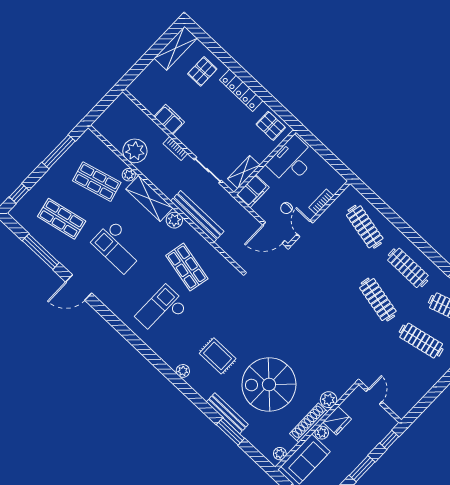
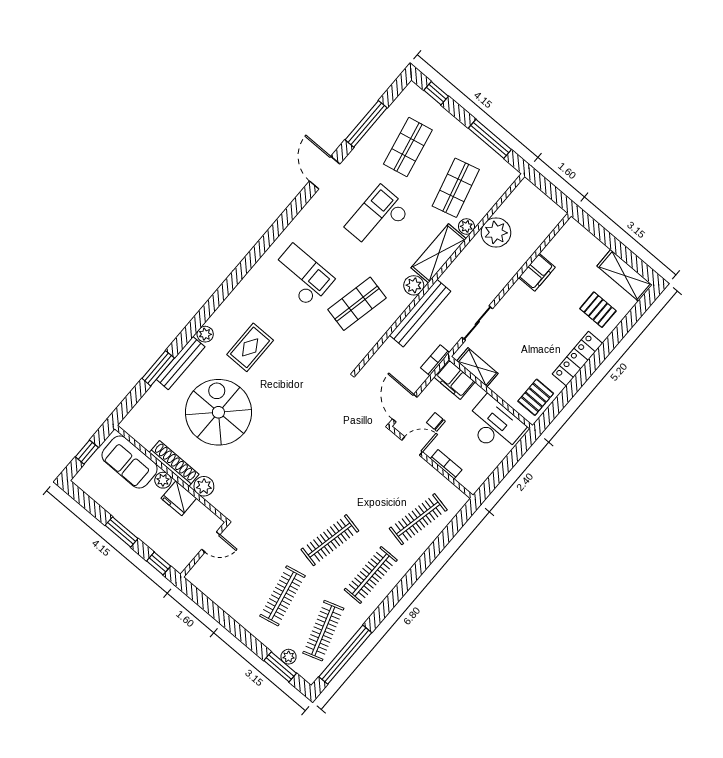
bookcase: (175, 149) -> (435, 360), moved
plant: (183, 371) -> (205, 334), moved
plant: (280, 454) -> (134, 430), removed

